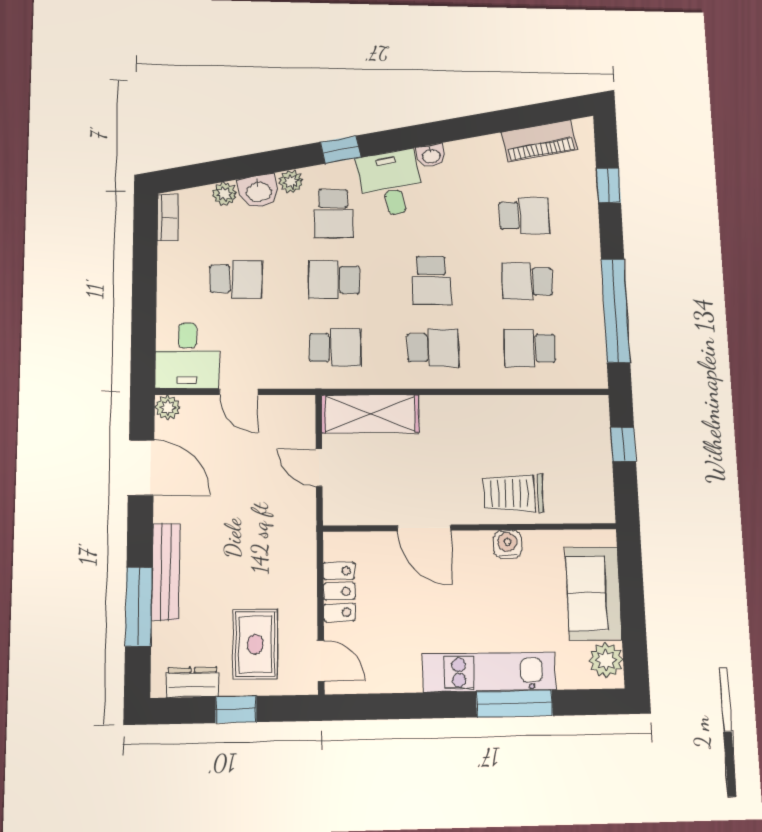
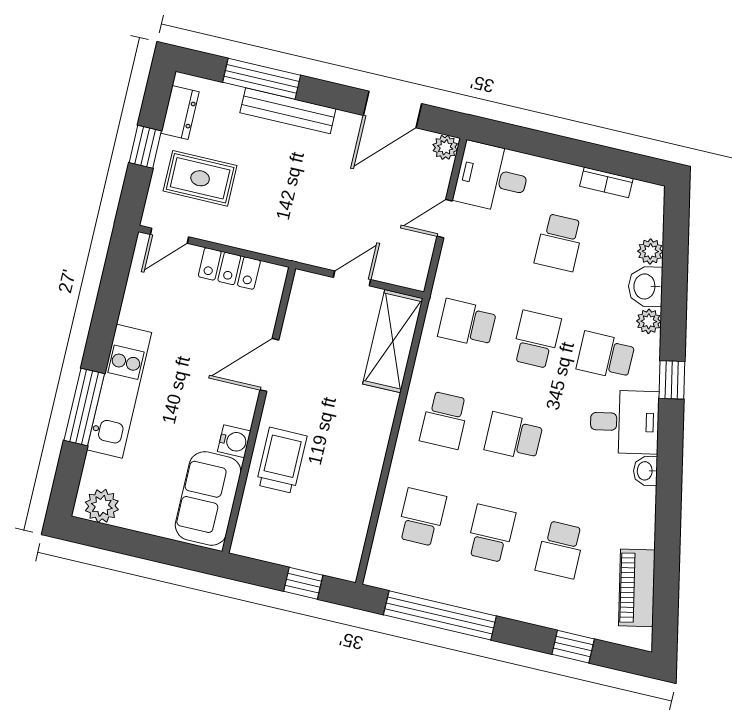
bookcase: (168, 218) -> (606, 182), moved
school desk: (335, 348) -> (467, 323), turned 90
sofa: (594, 593) -> (208, 498), moved, turned -90

